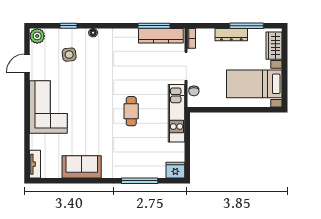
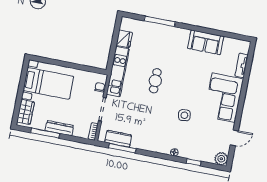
kitchen counter: (161, 36) -> (118, 139), width x0.67
side table: (69, 55) -> (184, 115), moved
tv unit: (35, 164) -> (242, 65), moved
fridge: (175, 170) -> (124, 39), moved, turned -90

